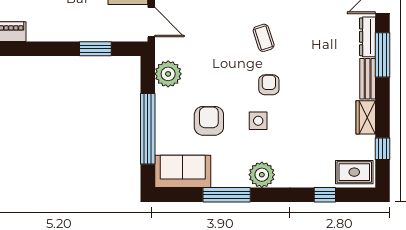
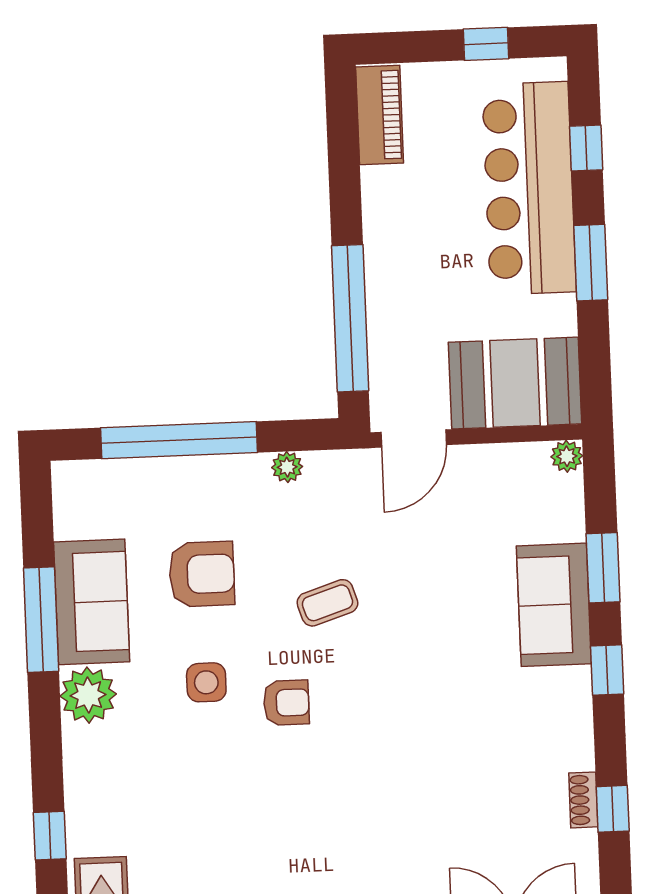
coffee table: (264, 38) -> (327, 603), moved
window: (95, 49) -> (350, 318), width x2.11
plant: (168, 74) -> (287, 467), width x0.53, depth x0.53
sofa: (183, 171) -> (92, 602), moved

